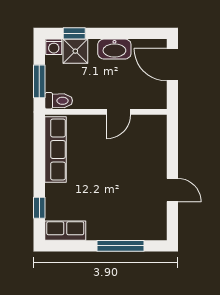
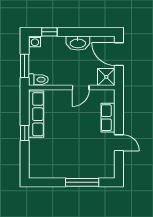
shower: (75, 51) -> (106, 77), moved
window: (39, 208) -> (25, 133), moved
row of seats: (65, 231) -> (108, 118), moved, turned -90

